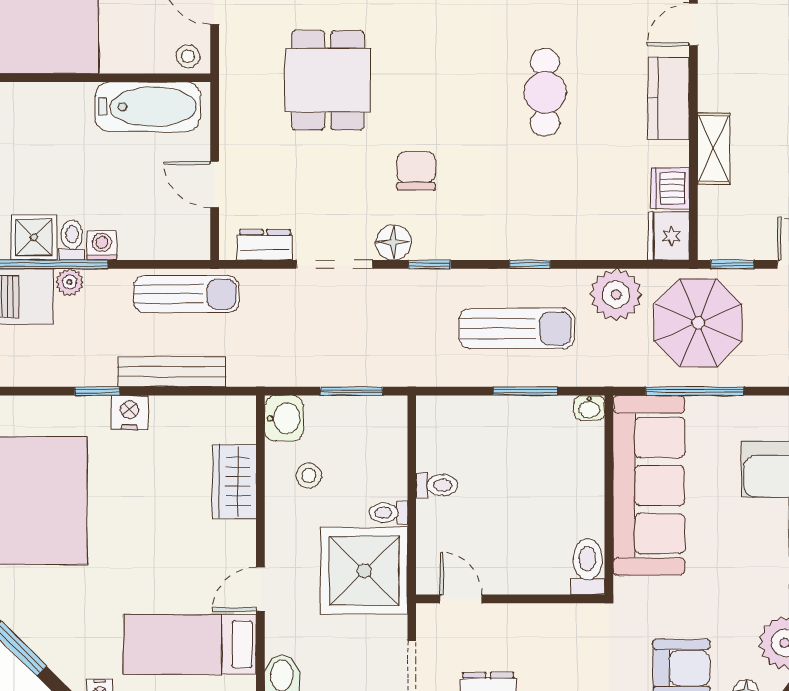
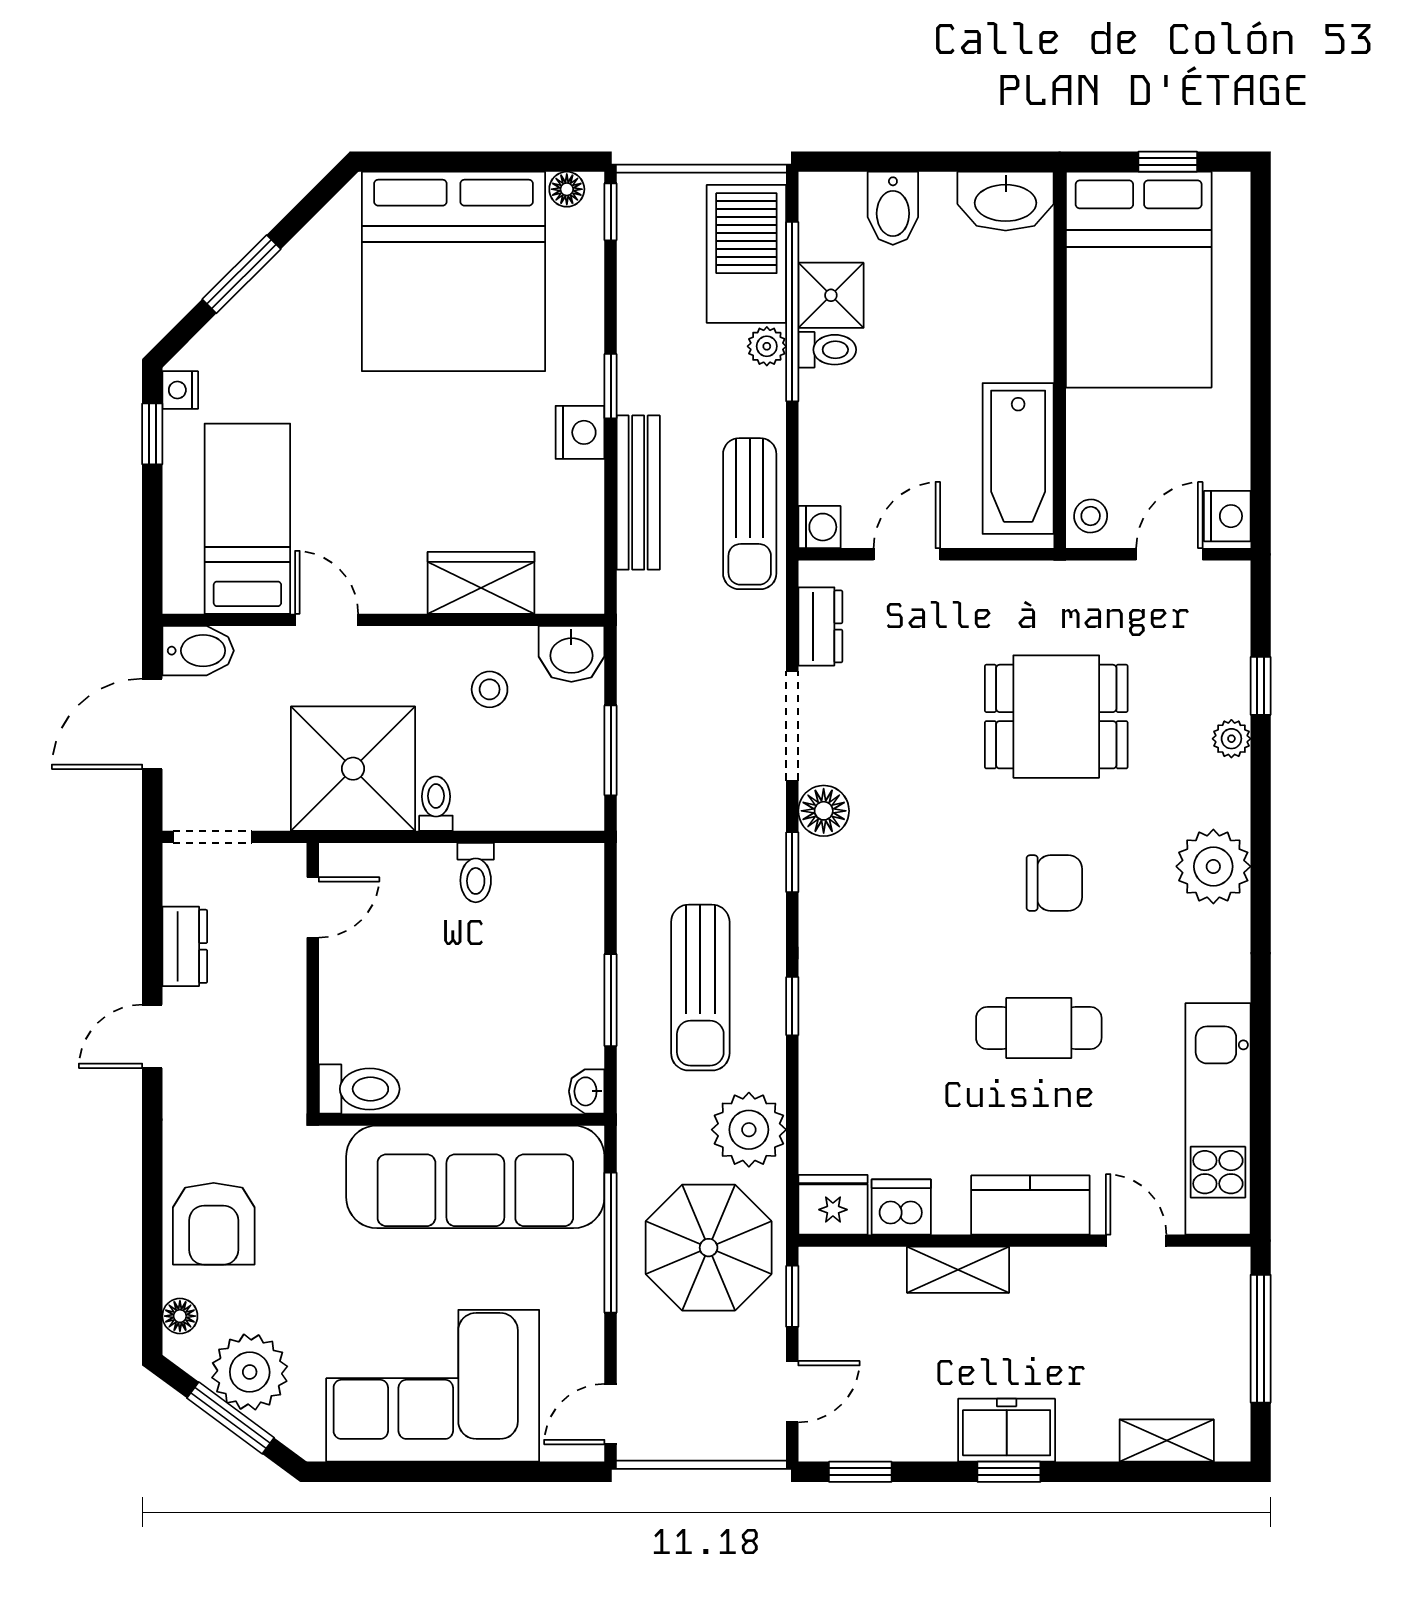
chair: (416, 171) -> (1054, 883), moved
washing machine: (102, 245) -> (819, 527), moved

